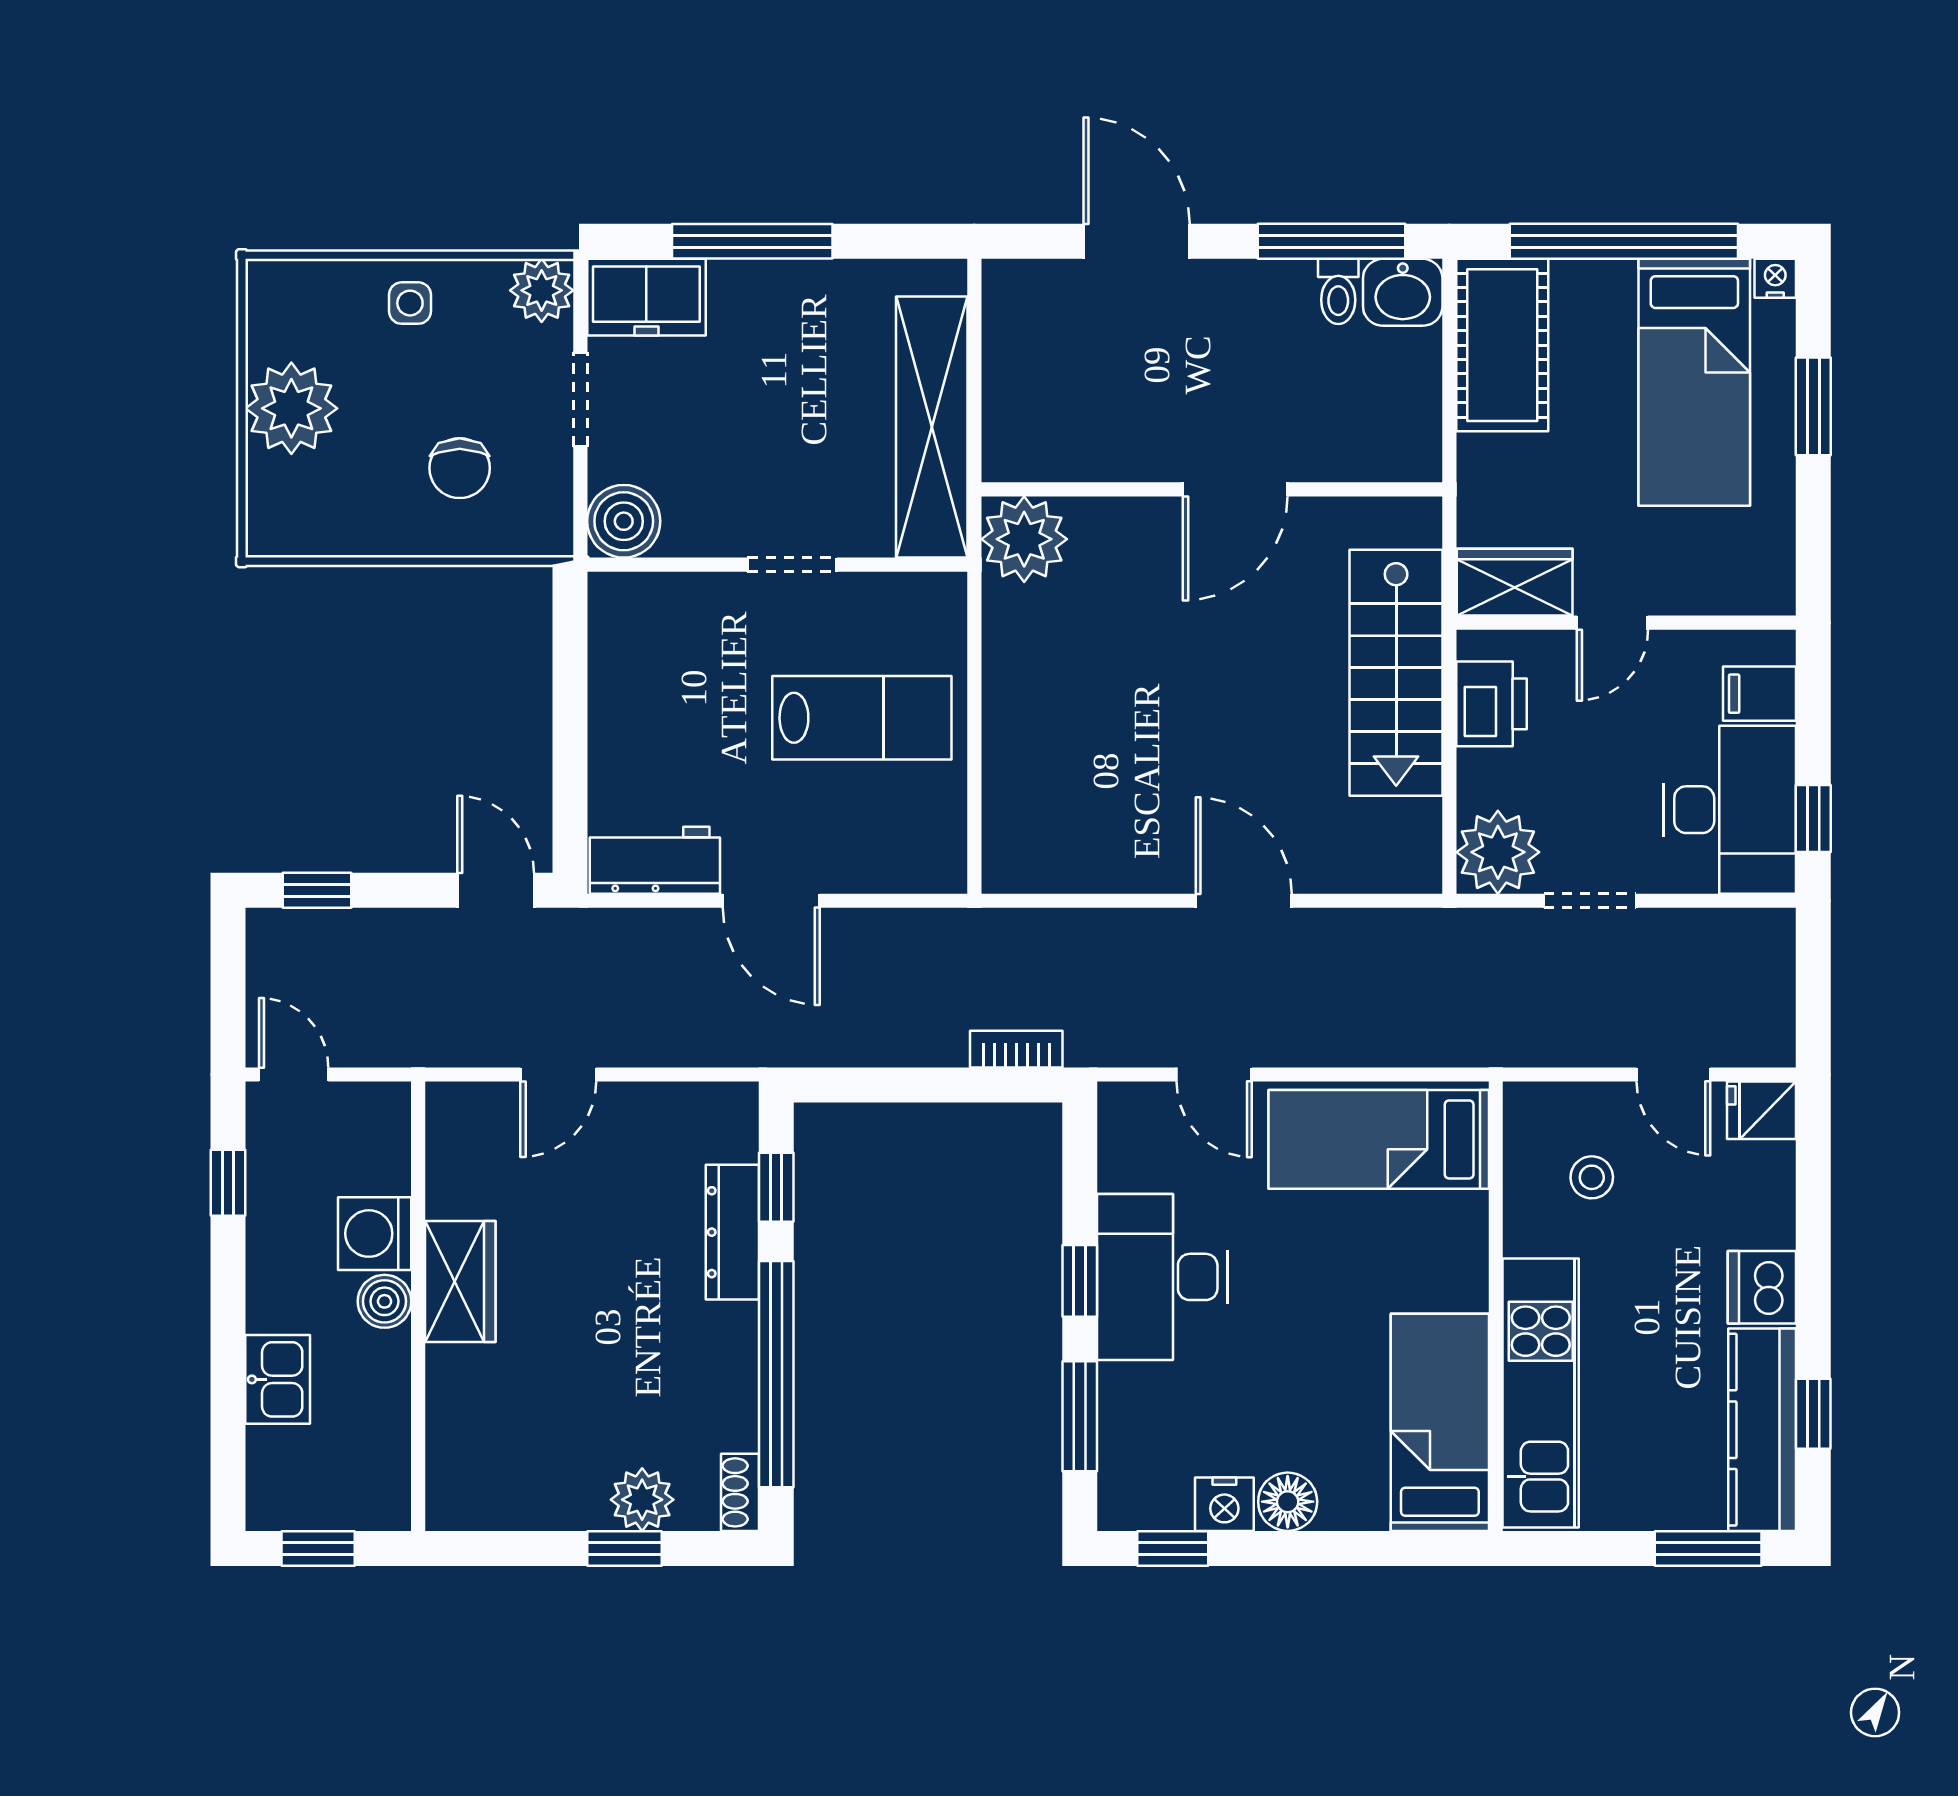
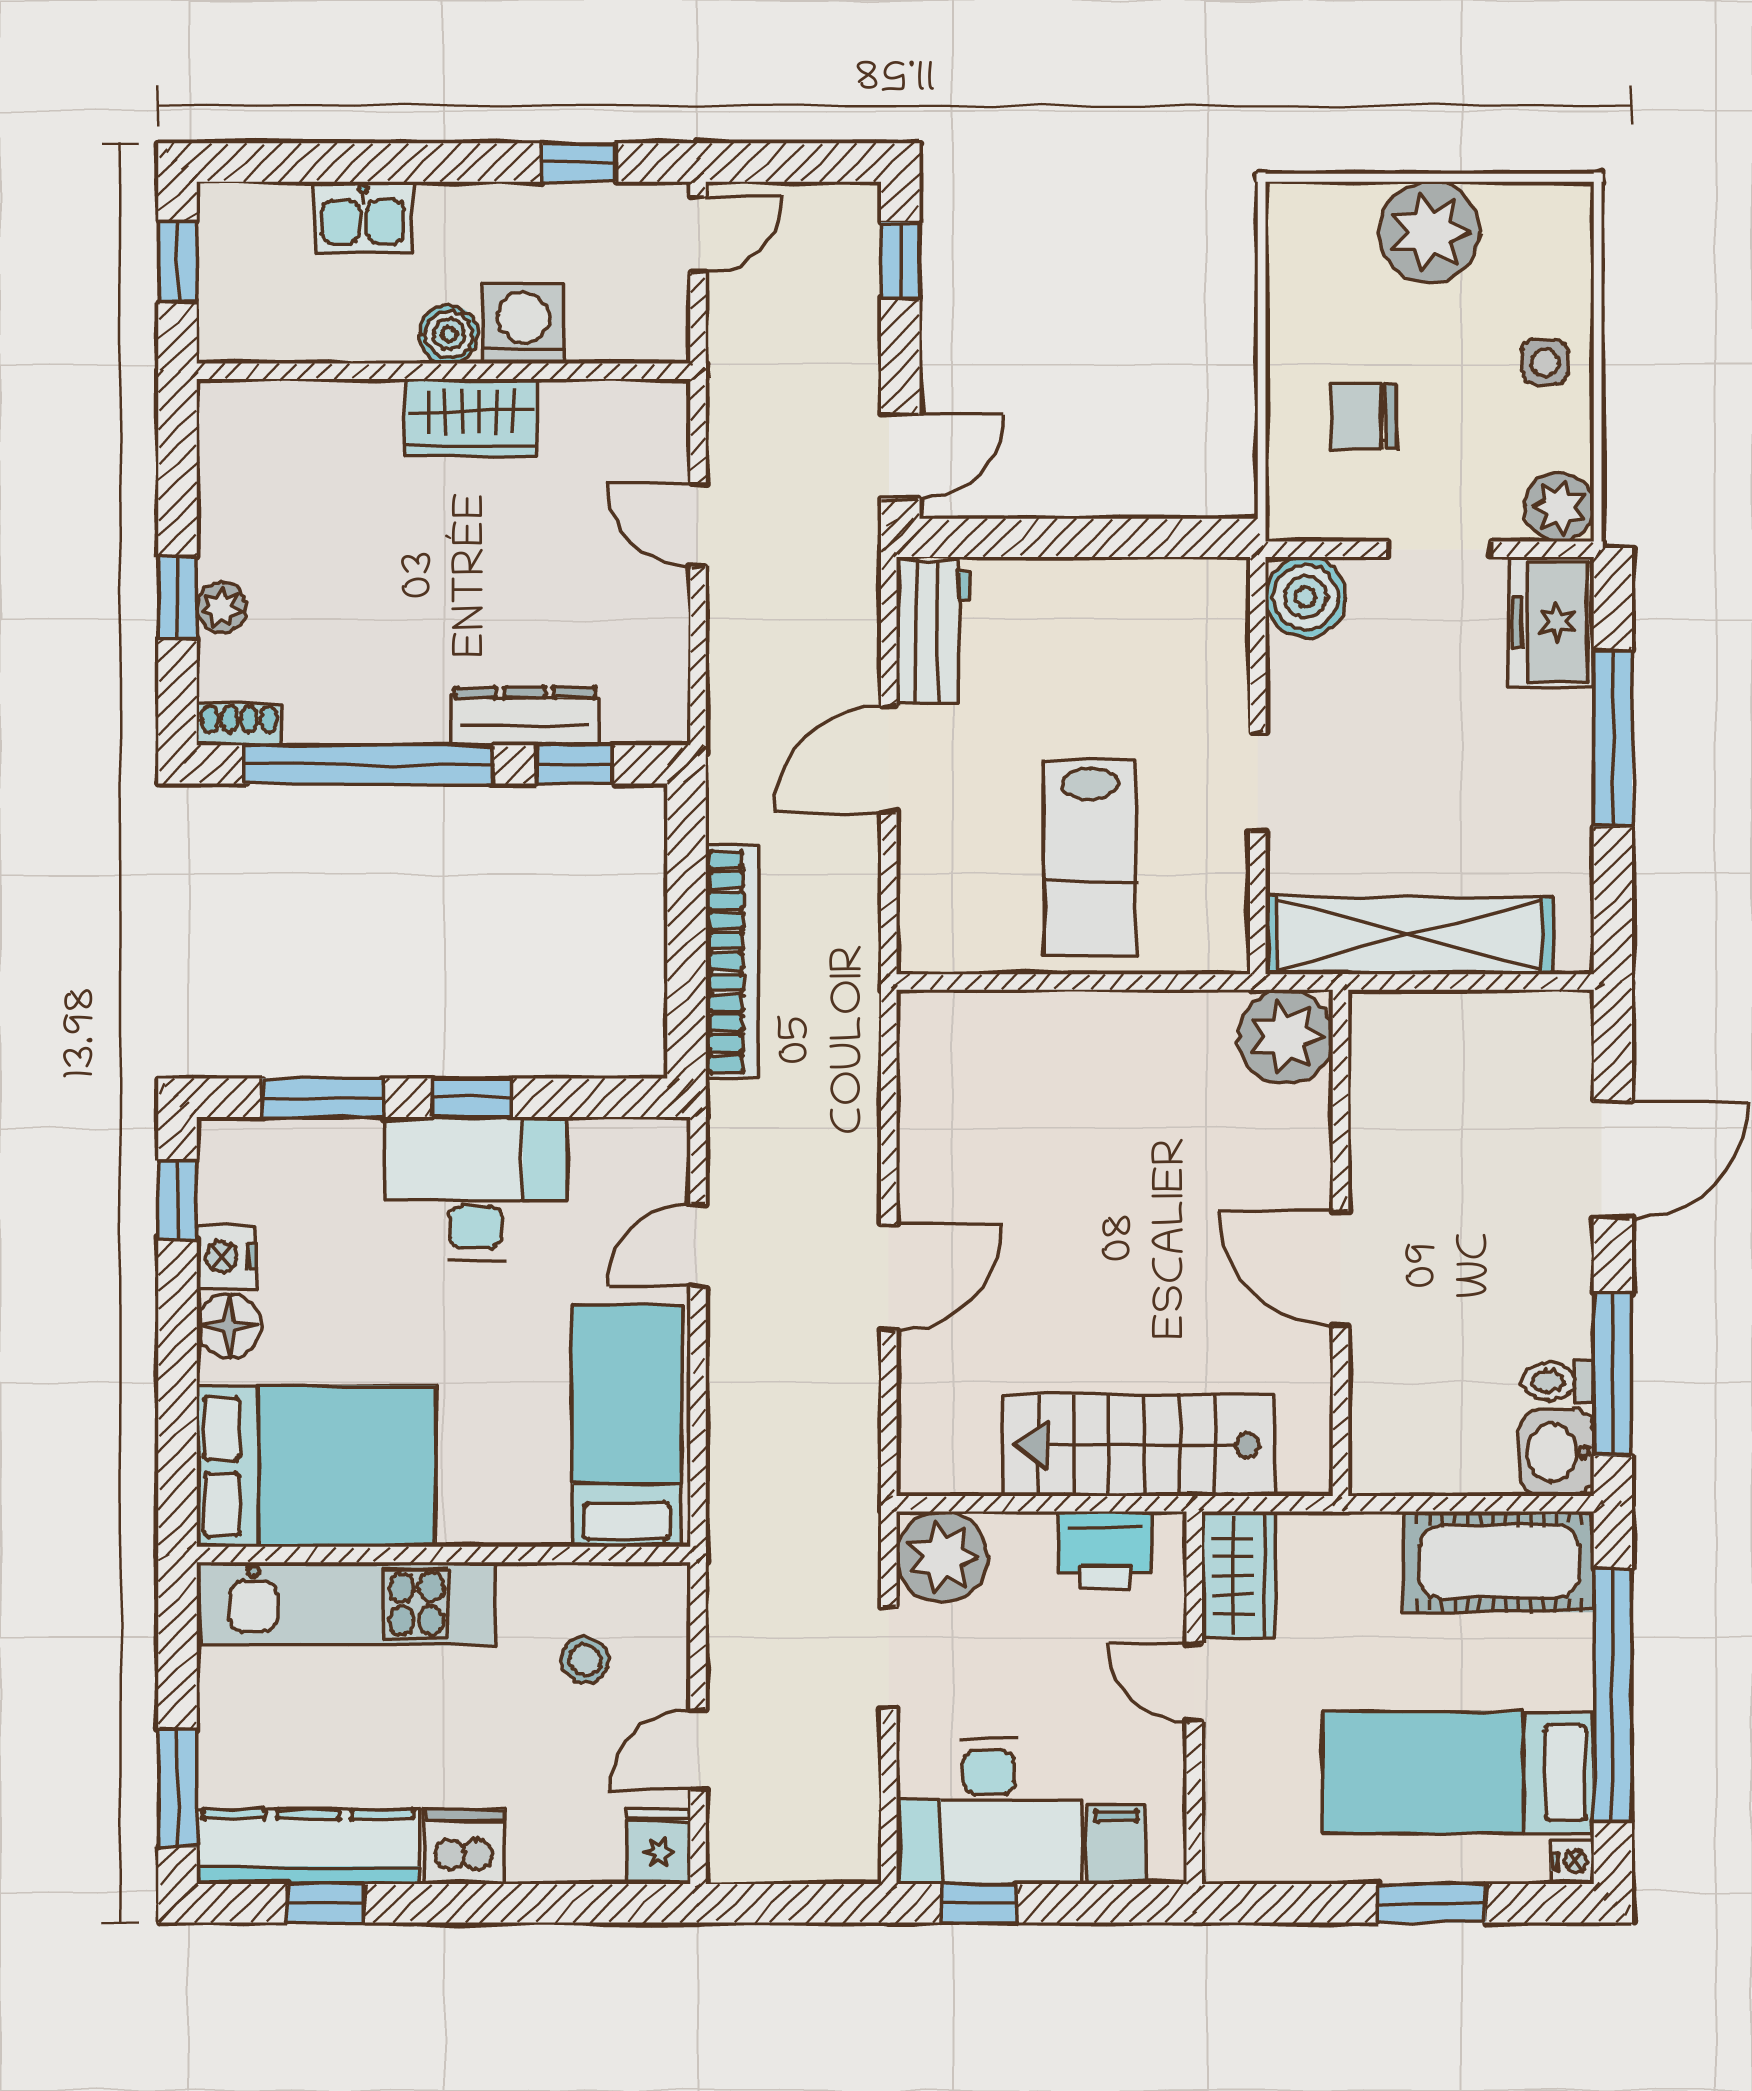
bookcase: (1016, 1049) -> (732, 962), width x2.31, depth x1.31
bed: (1440, 1422) -> (316, 1466), width x1.50
plant: (642, 1500) -> (222, 608), width x0.73, depth x0.73

